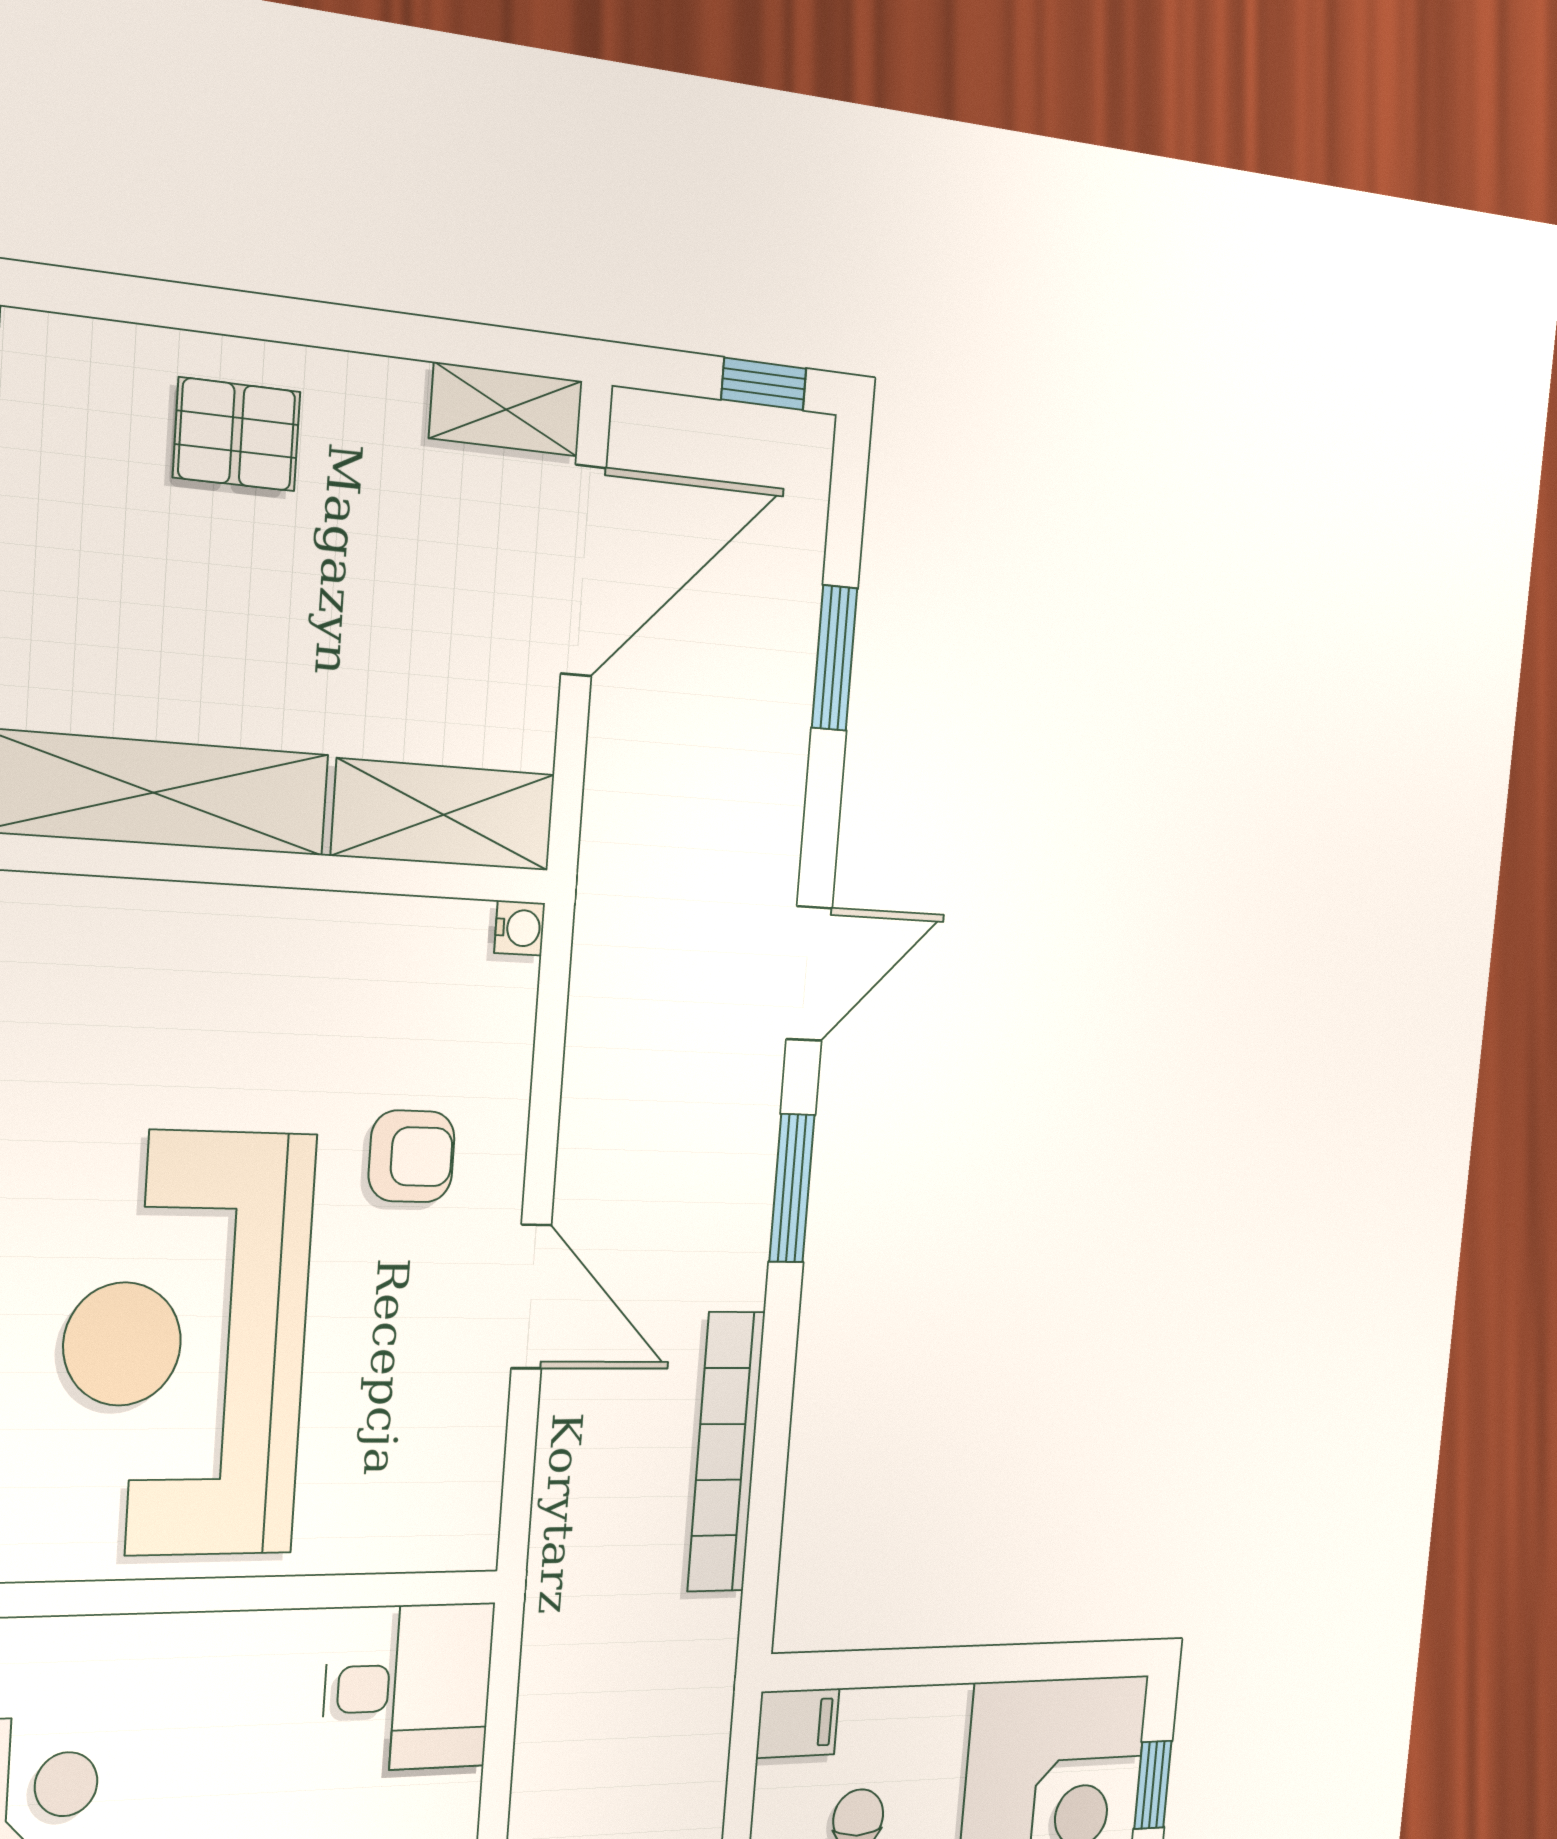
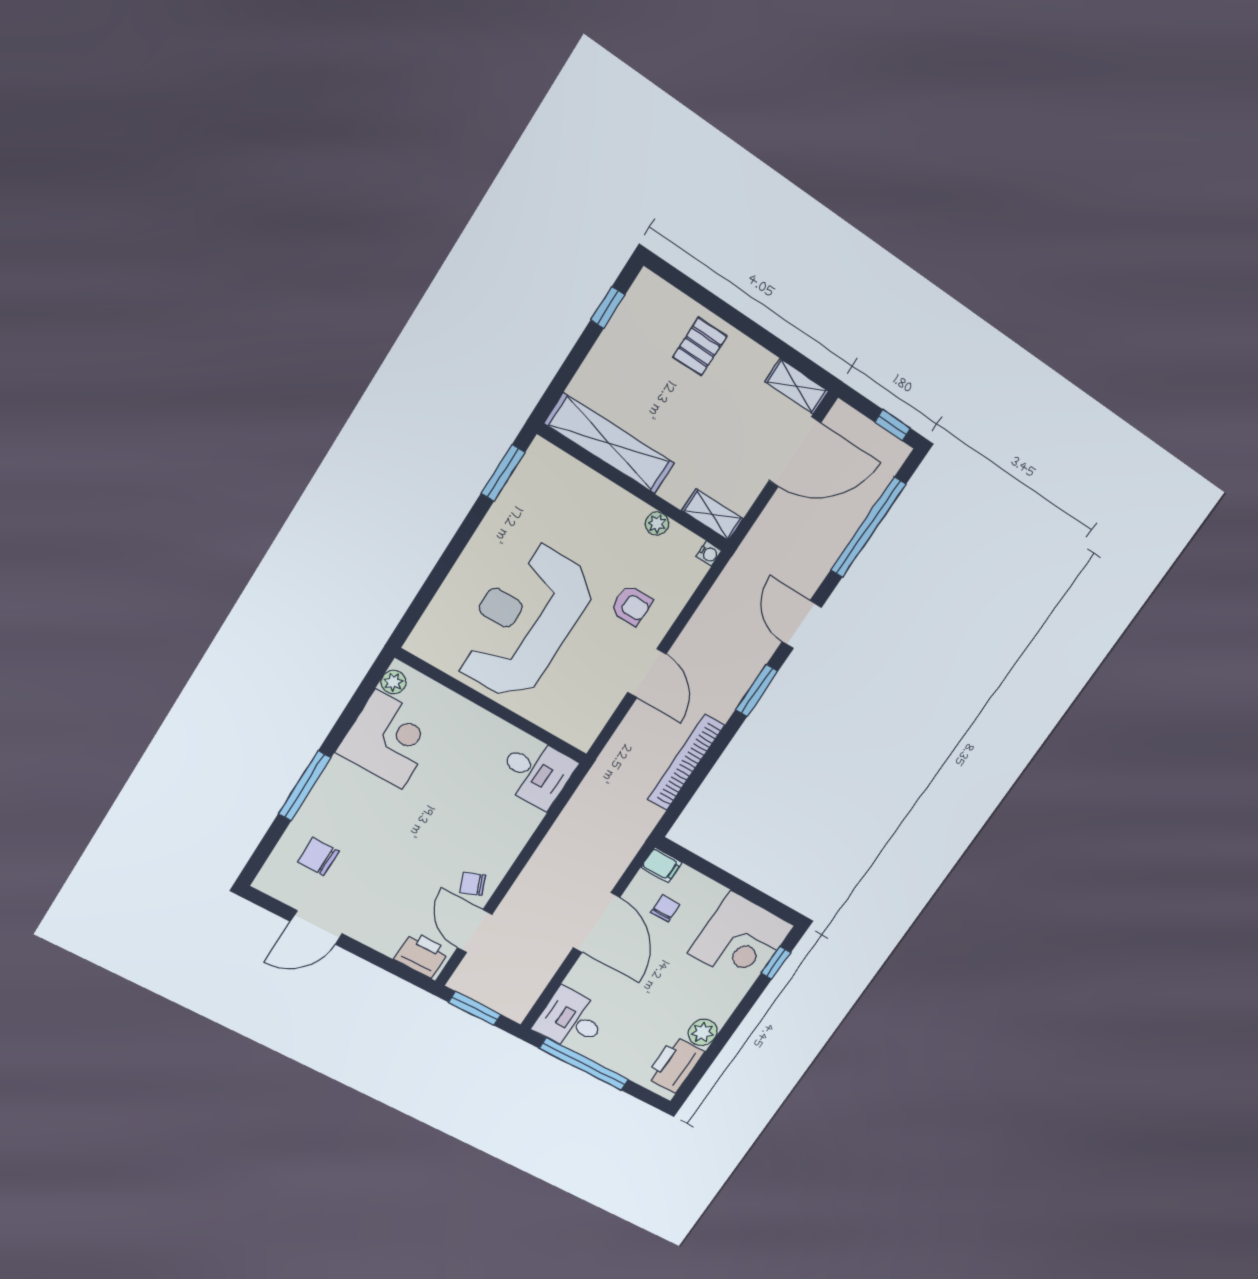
pallet: (237, 434) -> (700, 347), turned 90
window: (835, 658) -> (868, 527), width x2.11
shelving: (444, 815) -> (712, 515), width x0.67, depth x0.75
plant: (366, 925) -> (657, 524), added
door: (809, 974) -> (802, 624), swing flipped

